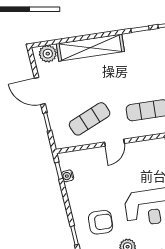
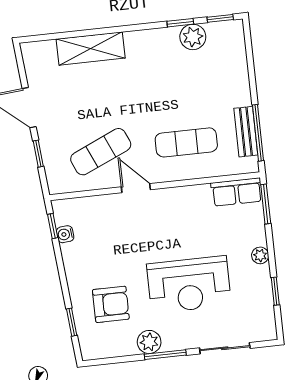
shelving: (90, 48) -> (91, 48), width x0.68
plant: (48, 54) -> (193, 37), moved
door: (114, 143) -> (136, 188), swing flipped

